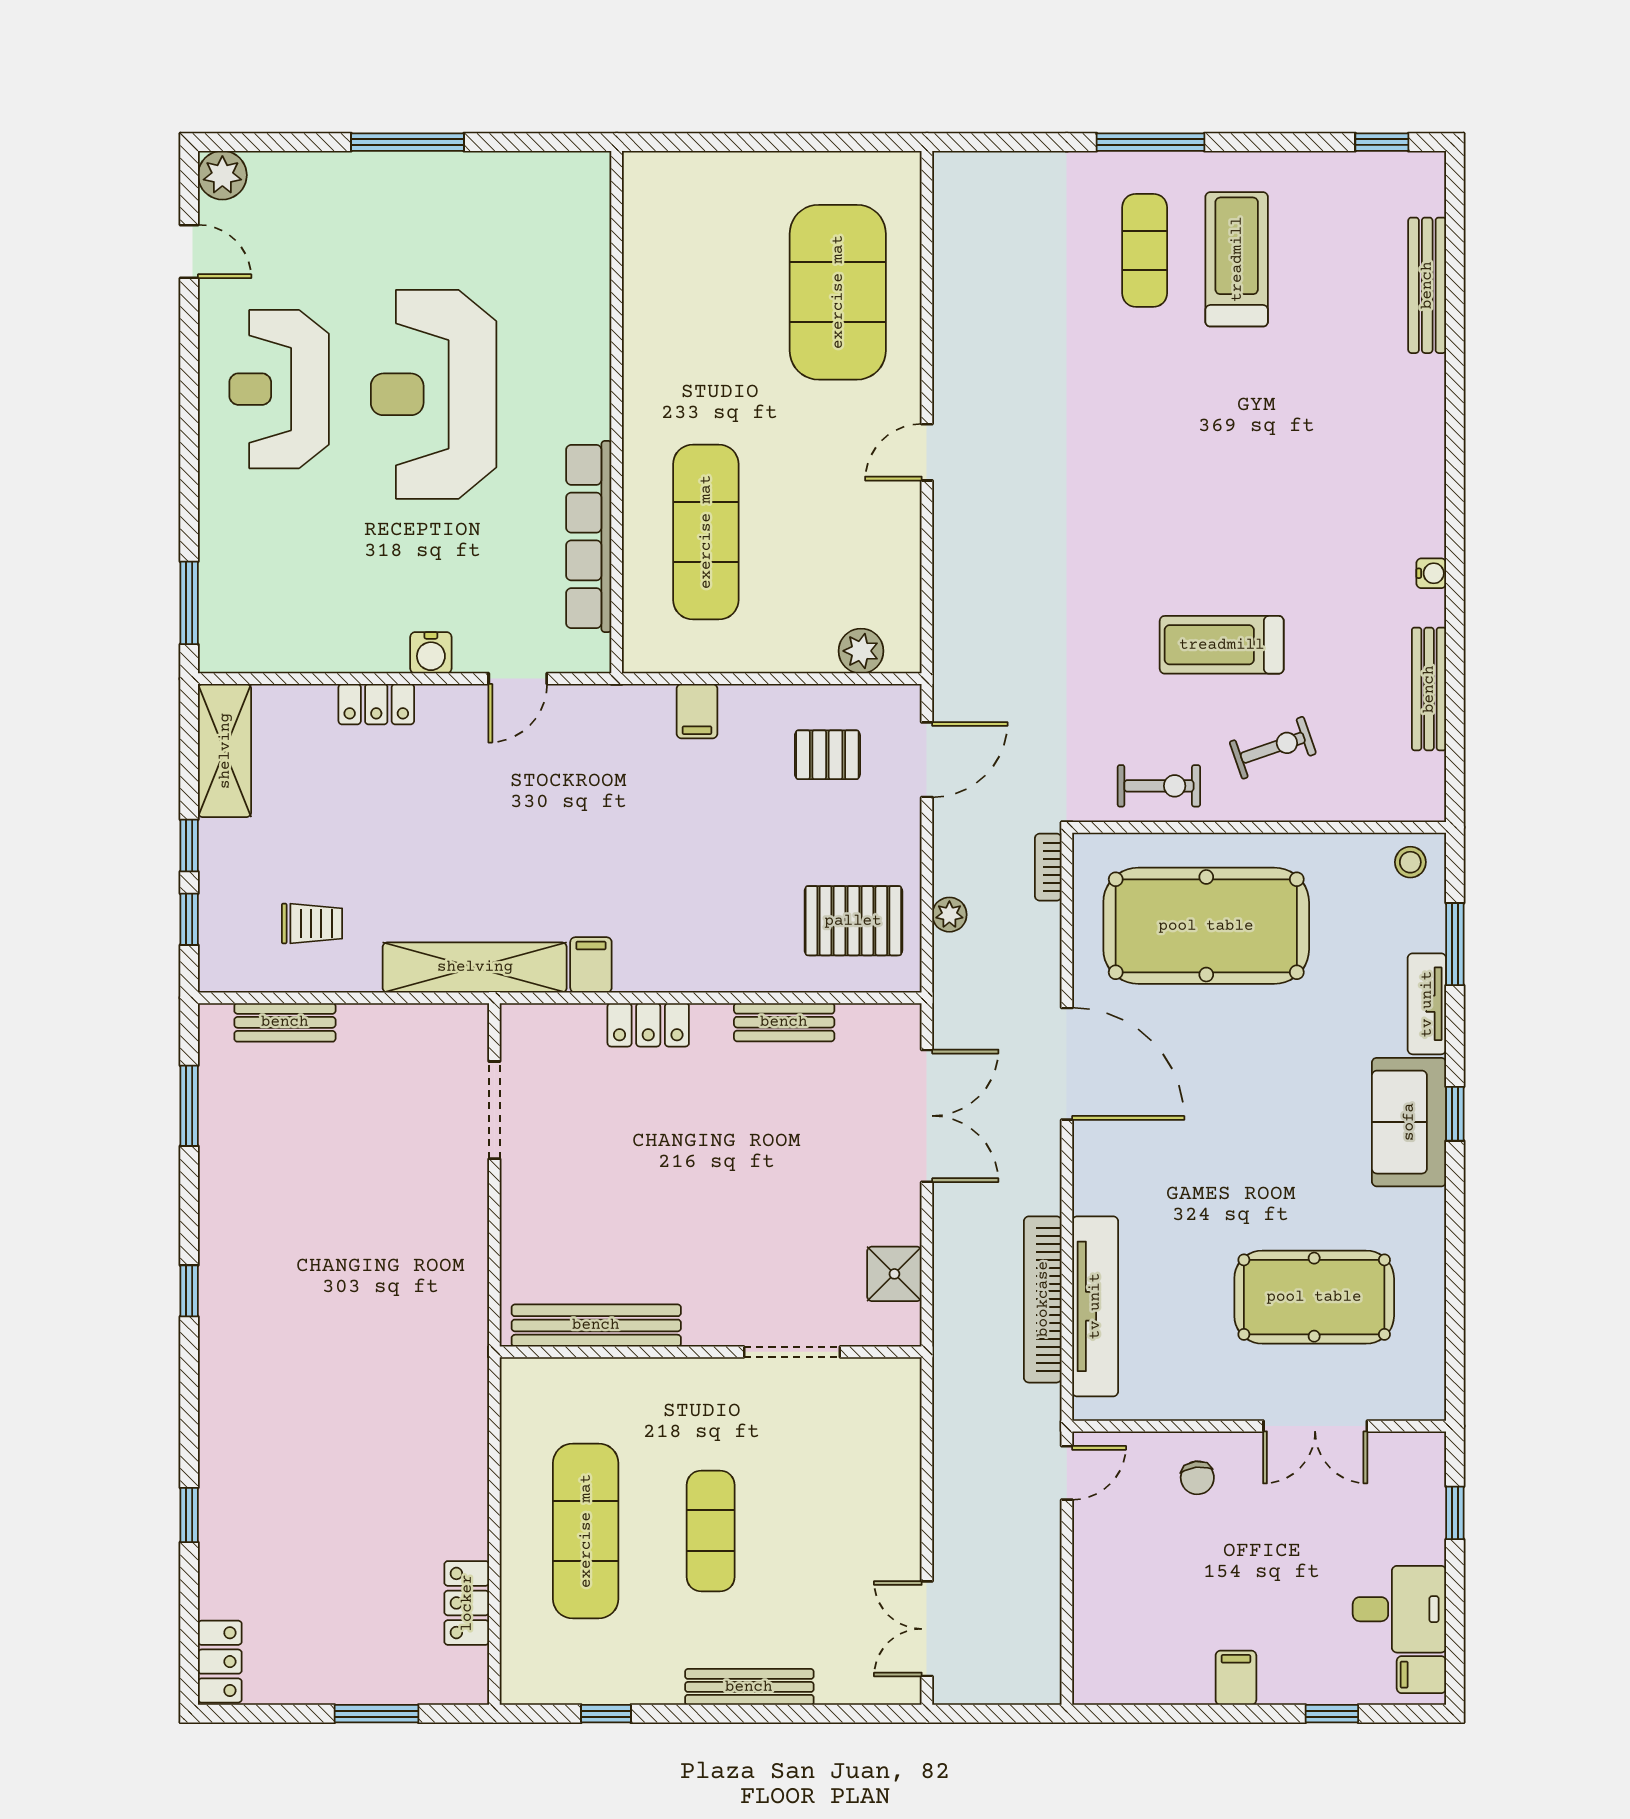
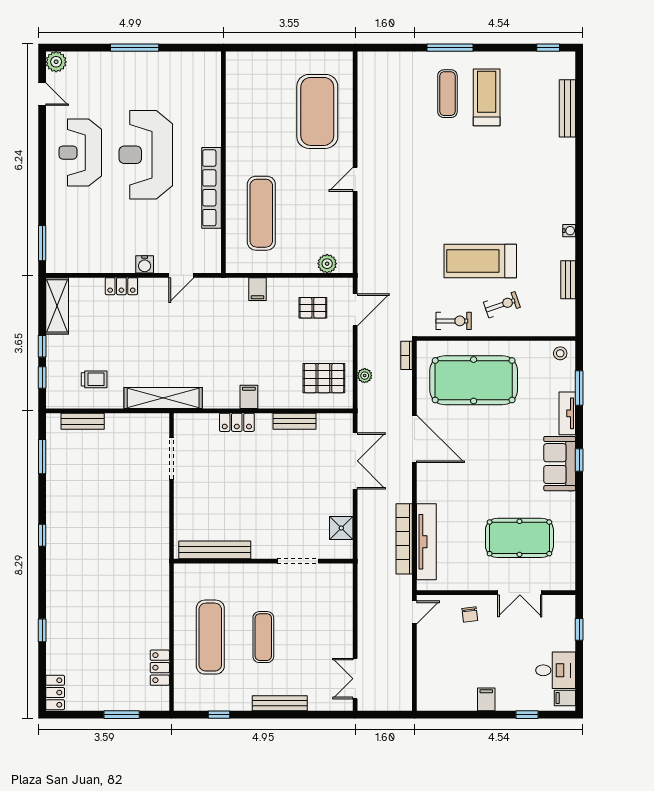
row of seats: (589, 536) -> (212, 188), moved
treadmill: (1222, 645) -> (480, 261), width x1.37, depth x1.38
bench: (1429, 689) -> (568, 280), width x0.73
filing cabinet: (591, 965) -> (249, 397), moved

